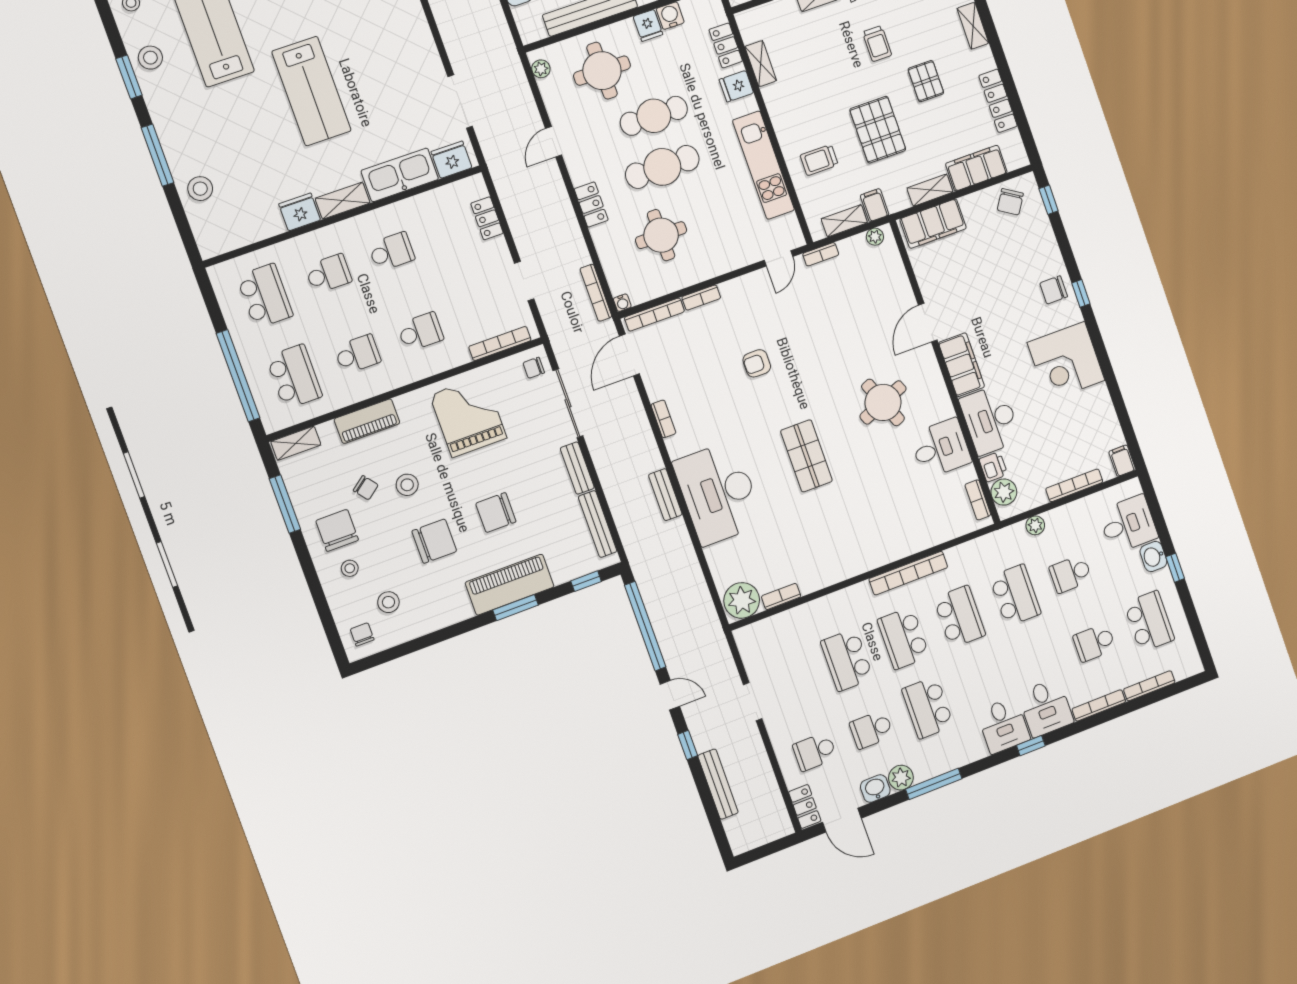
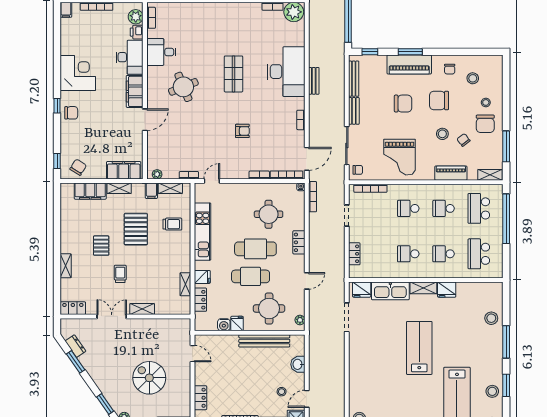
locker: (998, 101) -> (66, 222), removed
chair: (362, 634) -> (450, 69), moved

